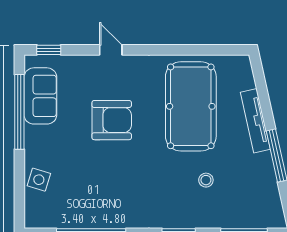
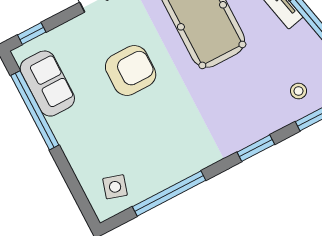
side table: (39, 180) -> (115, 187), moved
stool: (206, 180) -> (299, 91), moved

